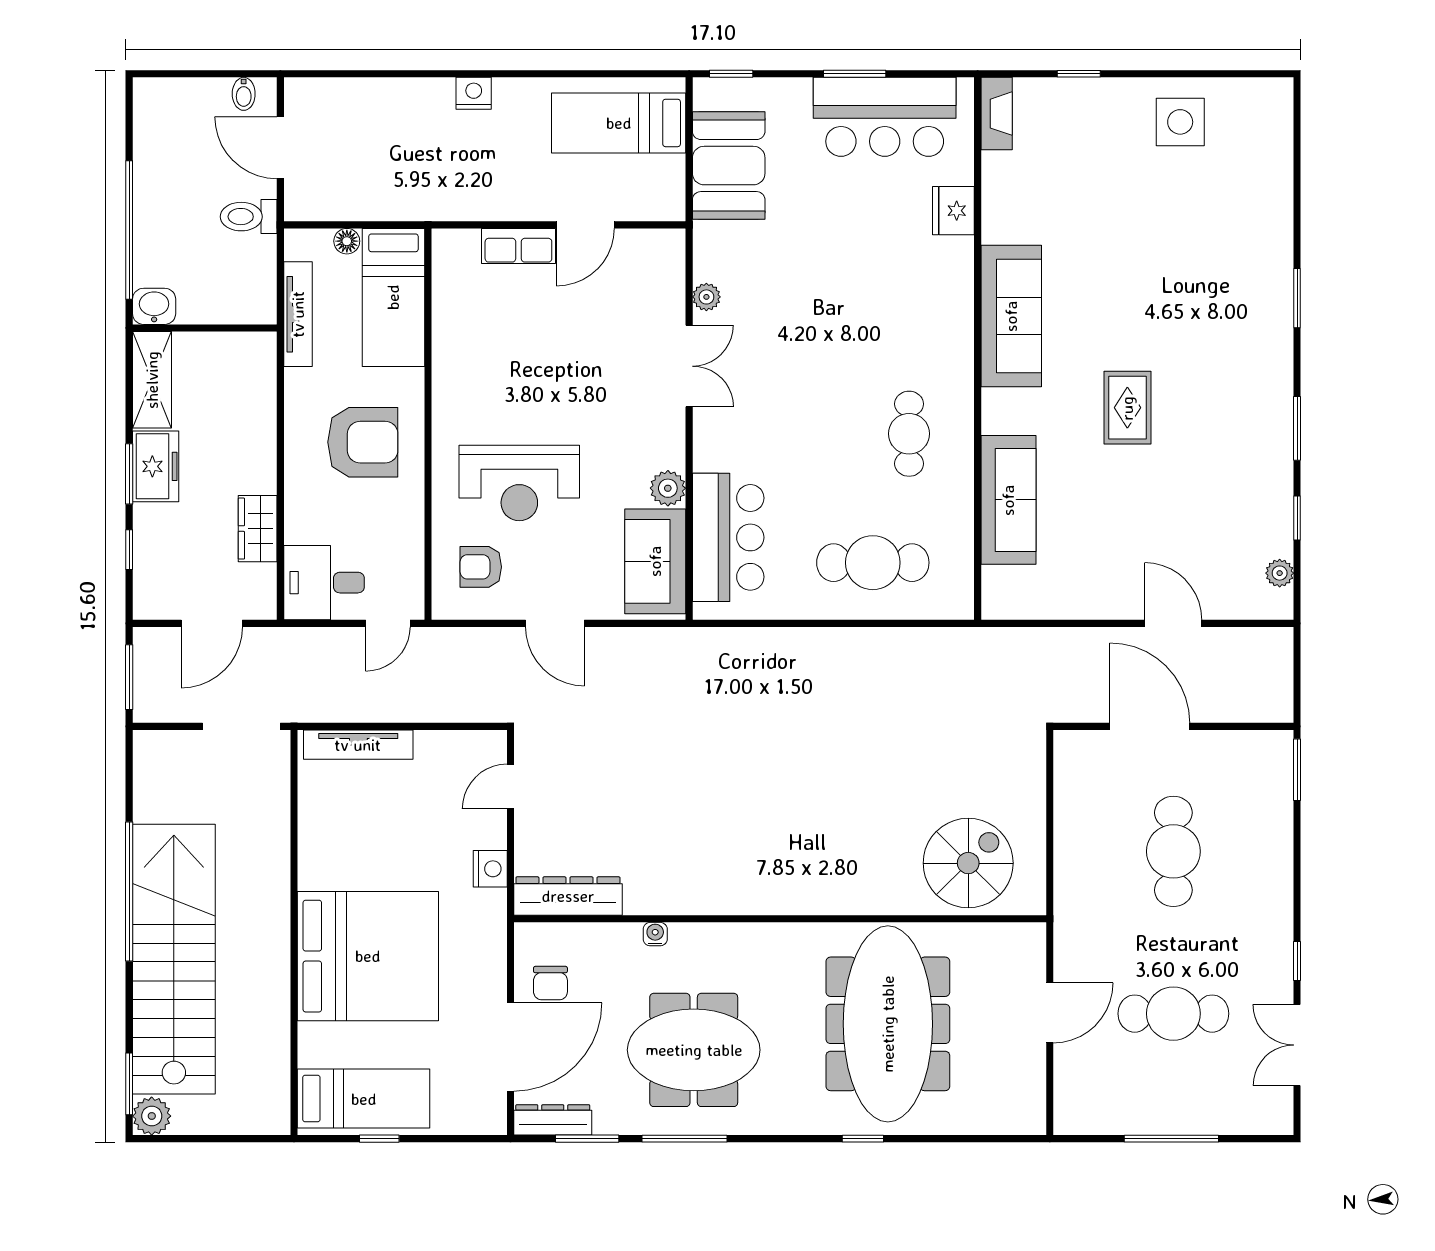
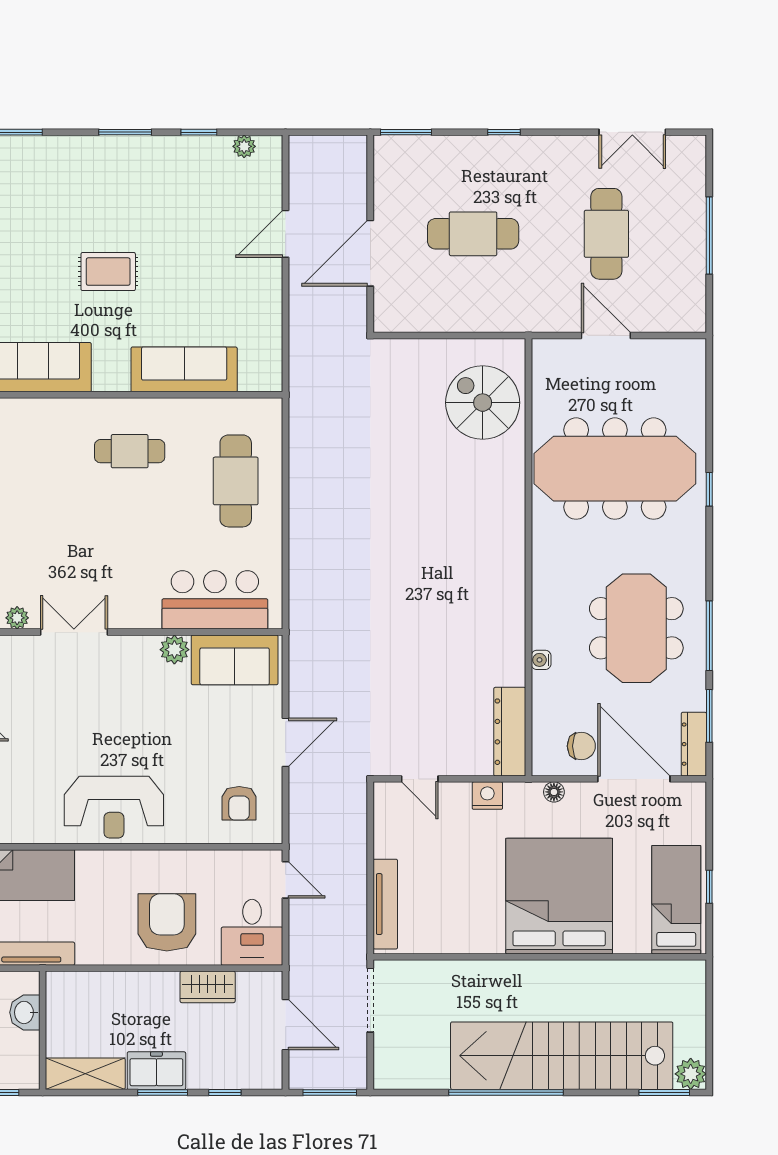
washbasin: (154, 306) -> (25, 1012), moved
armchair: (363, 442) -> (167, 922), moved
reception desk: (519, 483) -> (114, 807), moved, turned 90
floor lamp: (495, 950) -> (554, 792), added
window: (1297, 961) -> (504, 132), moved

